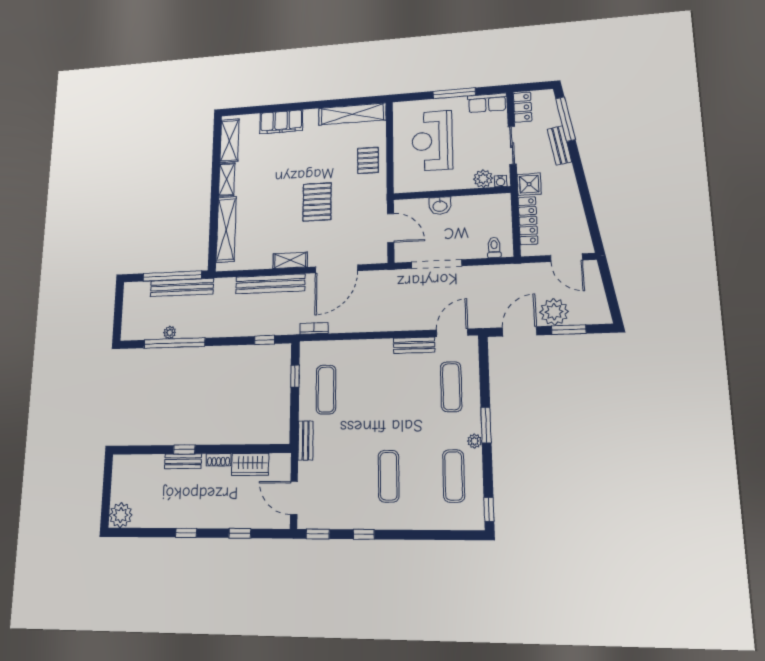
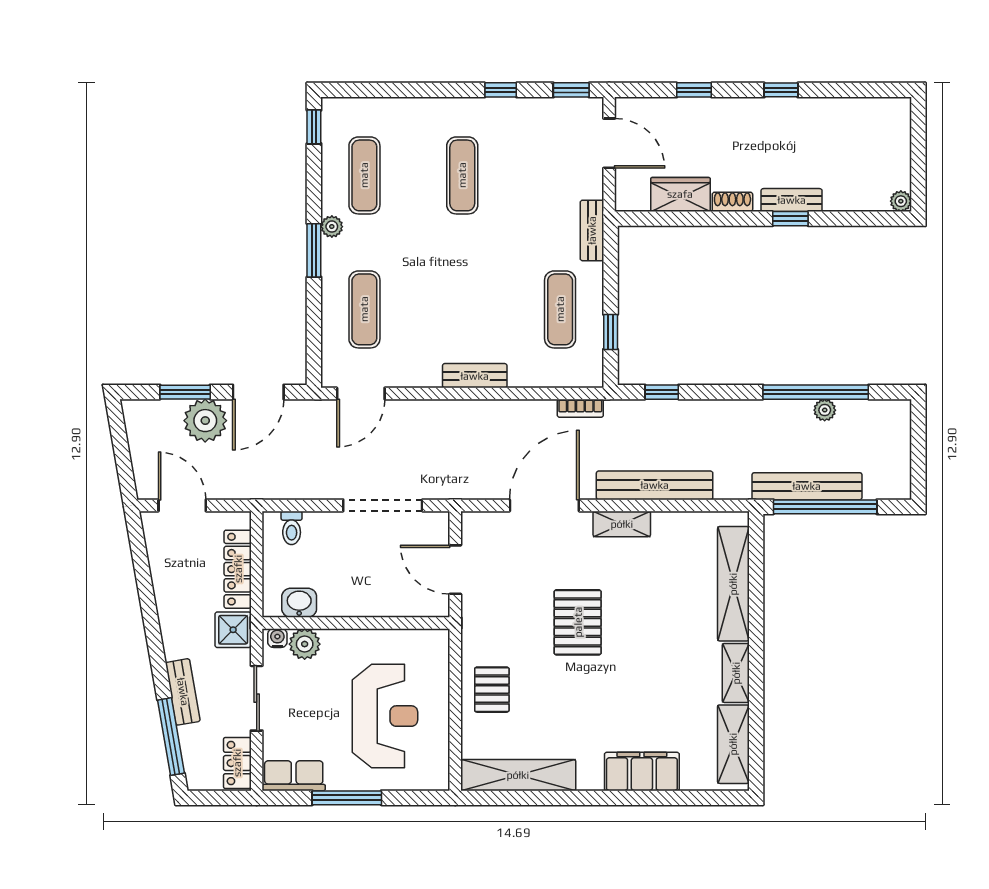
washbasin: (440, 206) -> (299, 603), moved
bench: (414, 345) -> (475, 376), moved
plant: (121, 515) -> (901, 201), moved, width x0.53, depth x0.53

